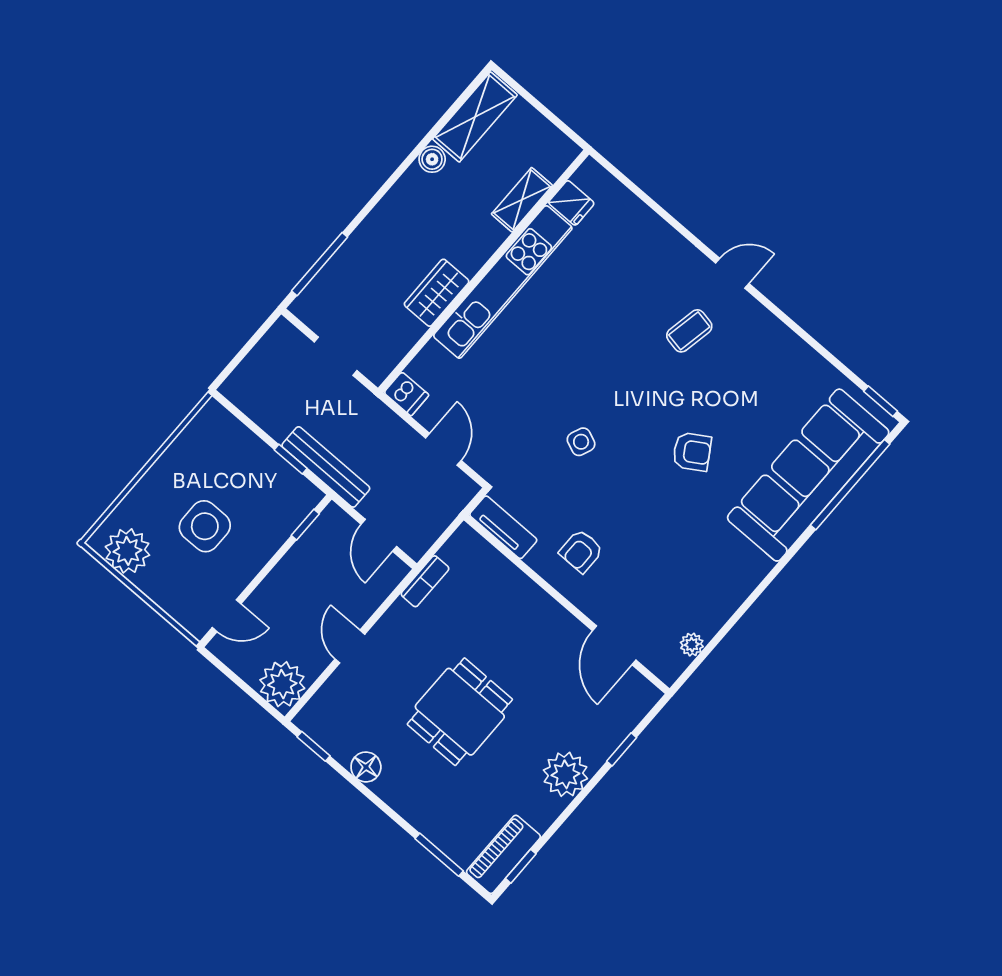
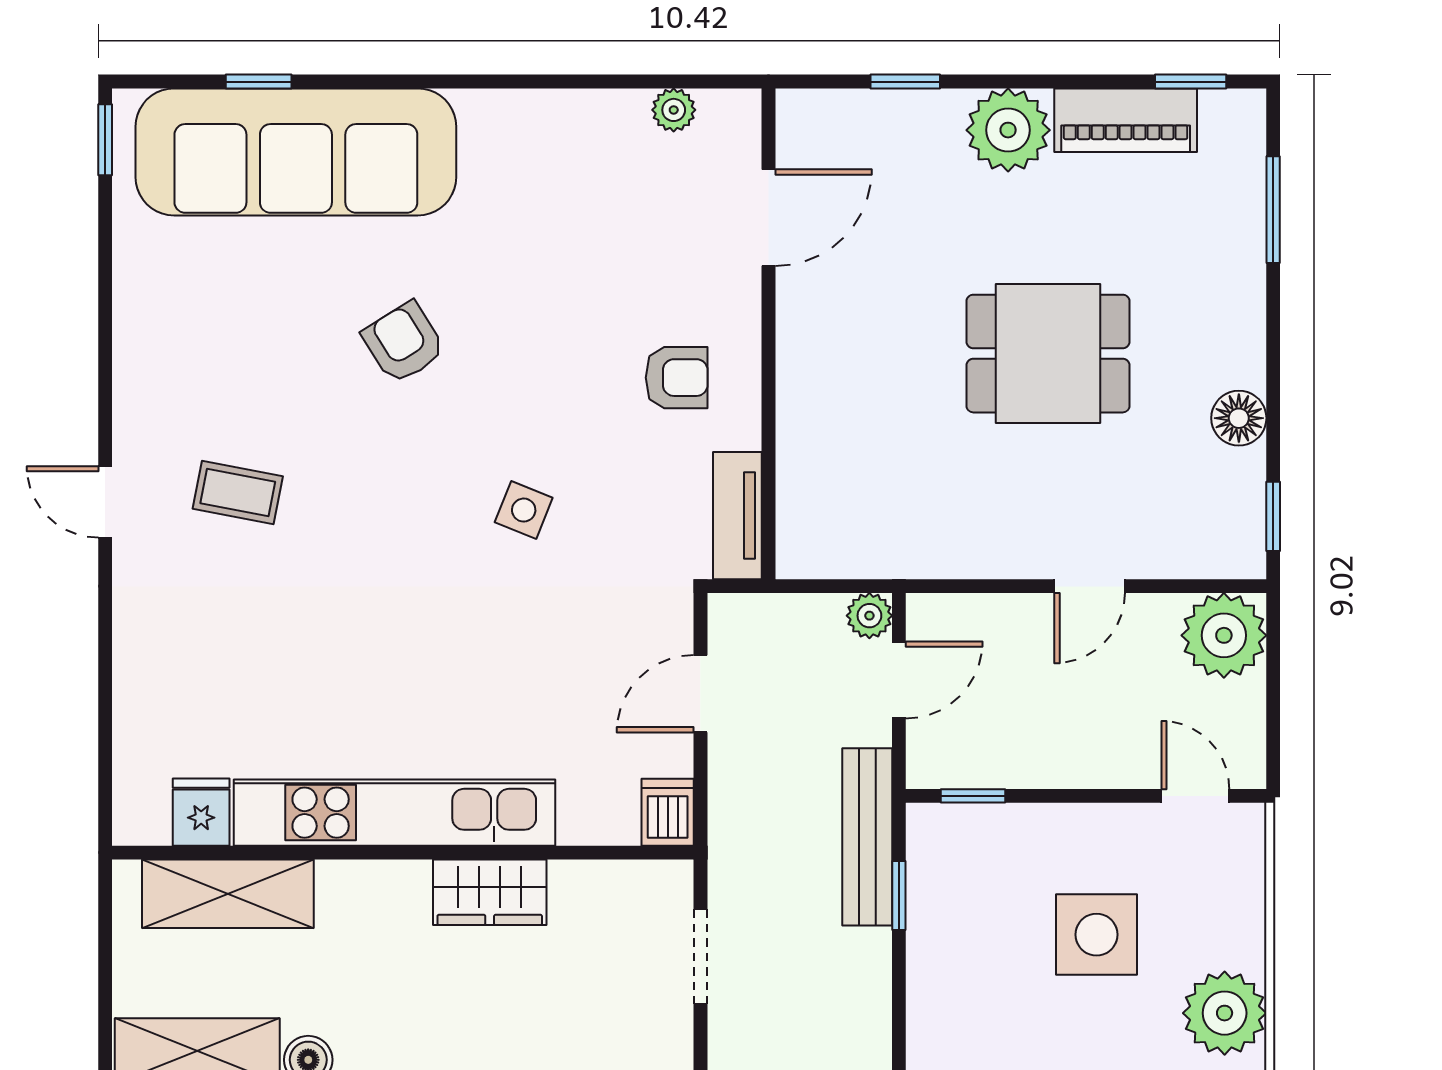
shelving: (522, 200) -> (228, 894), width x1.50, depth x1.33
window: (850, 485) -> (259, 82), width x0.32
plant: (416, 546) -> (869, 616), added
bookcase: (425, 581) -> (908, 560), removed
piano: (503, 854) -> (1126, 120), moved

